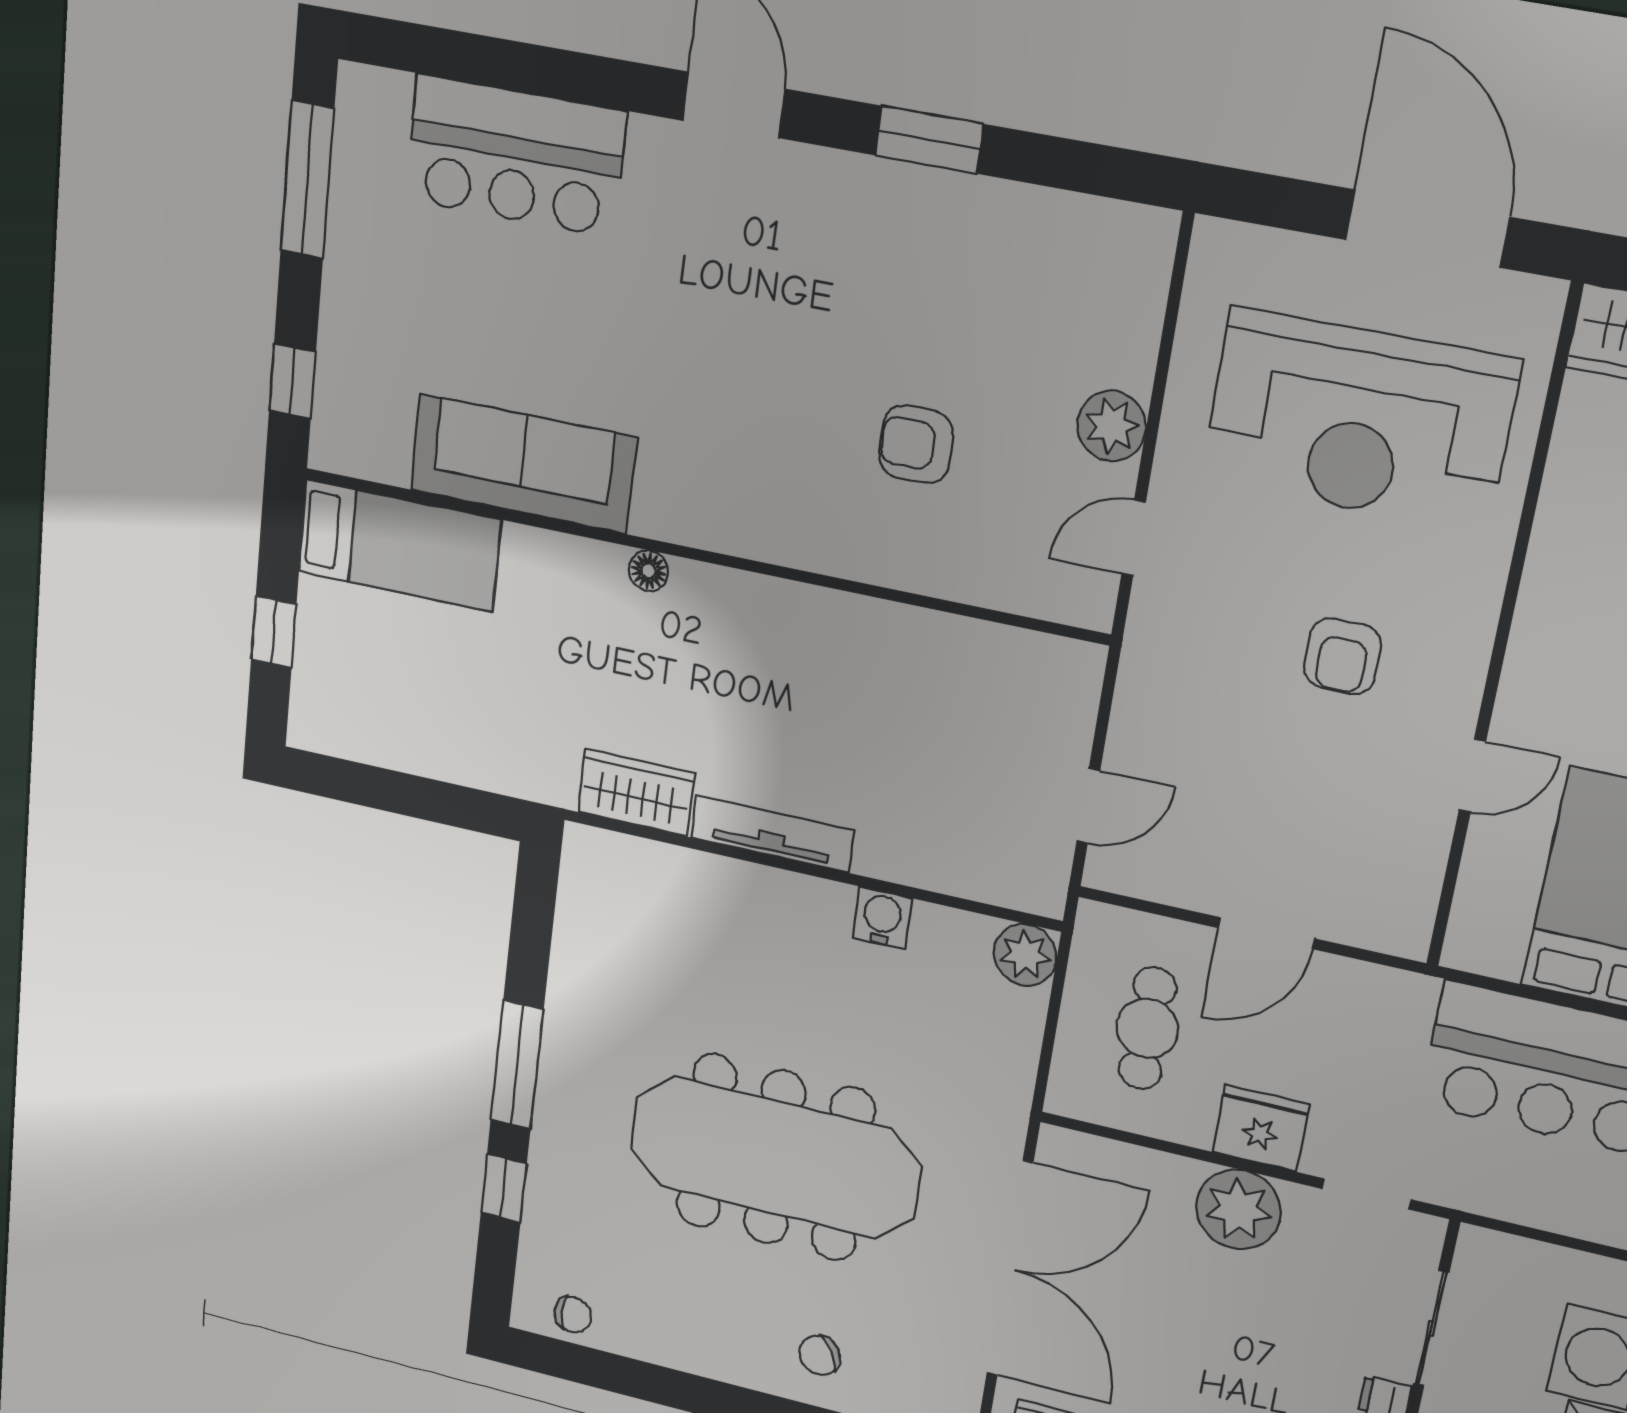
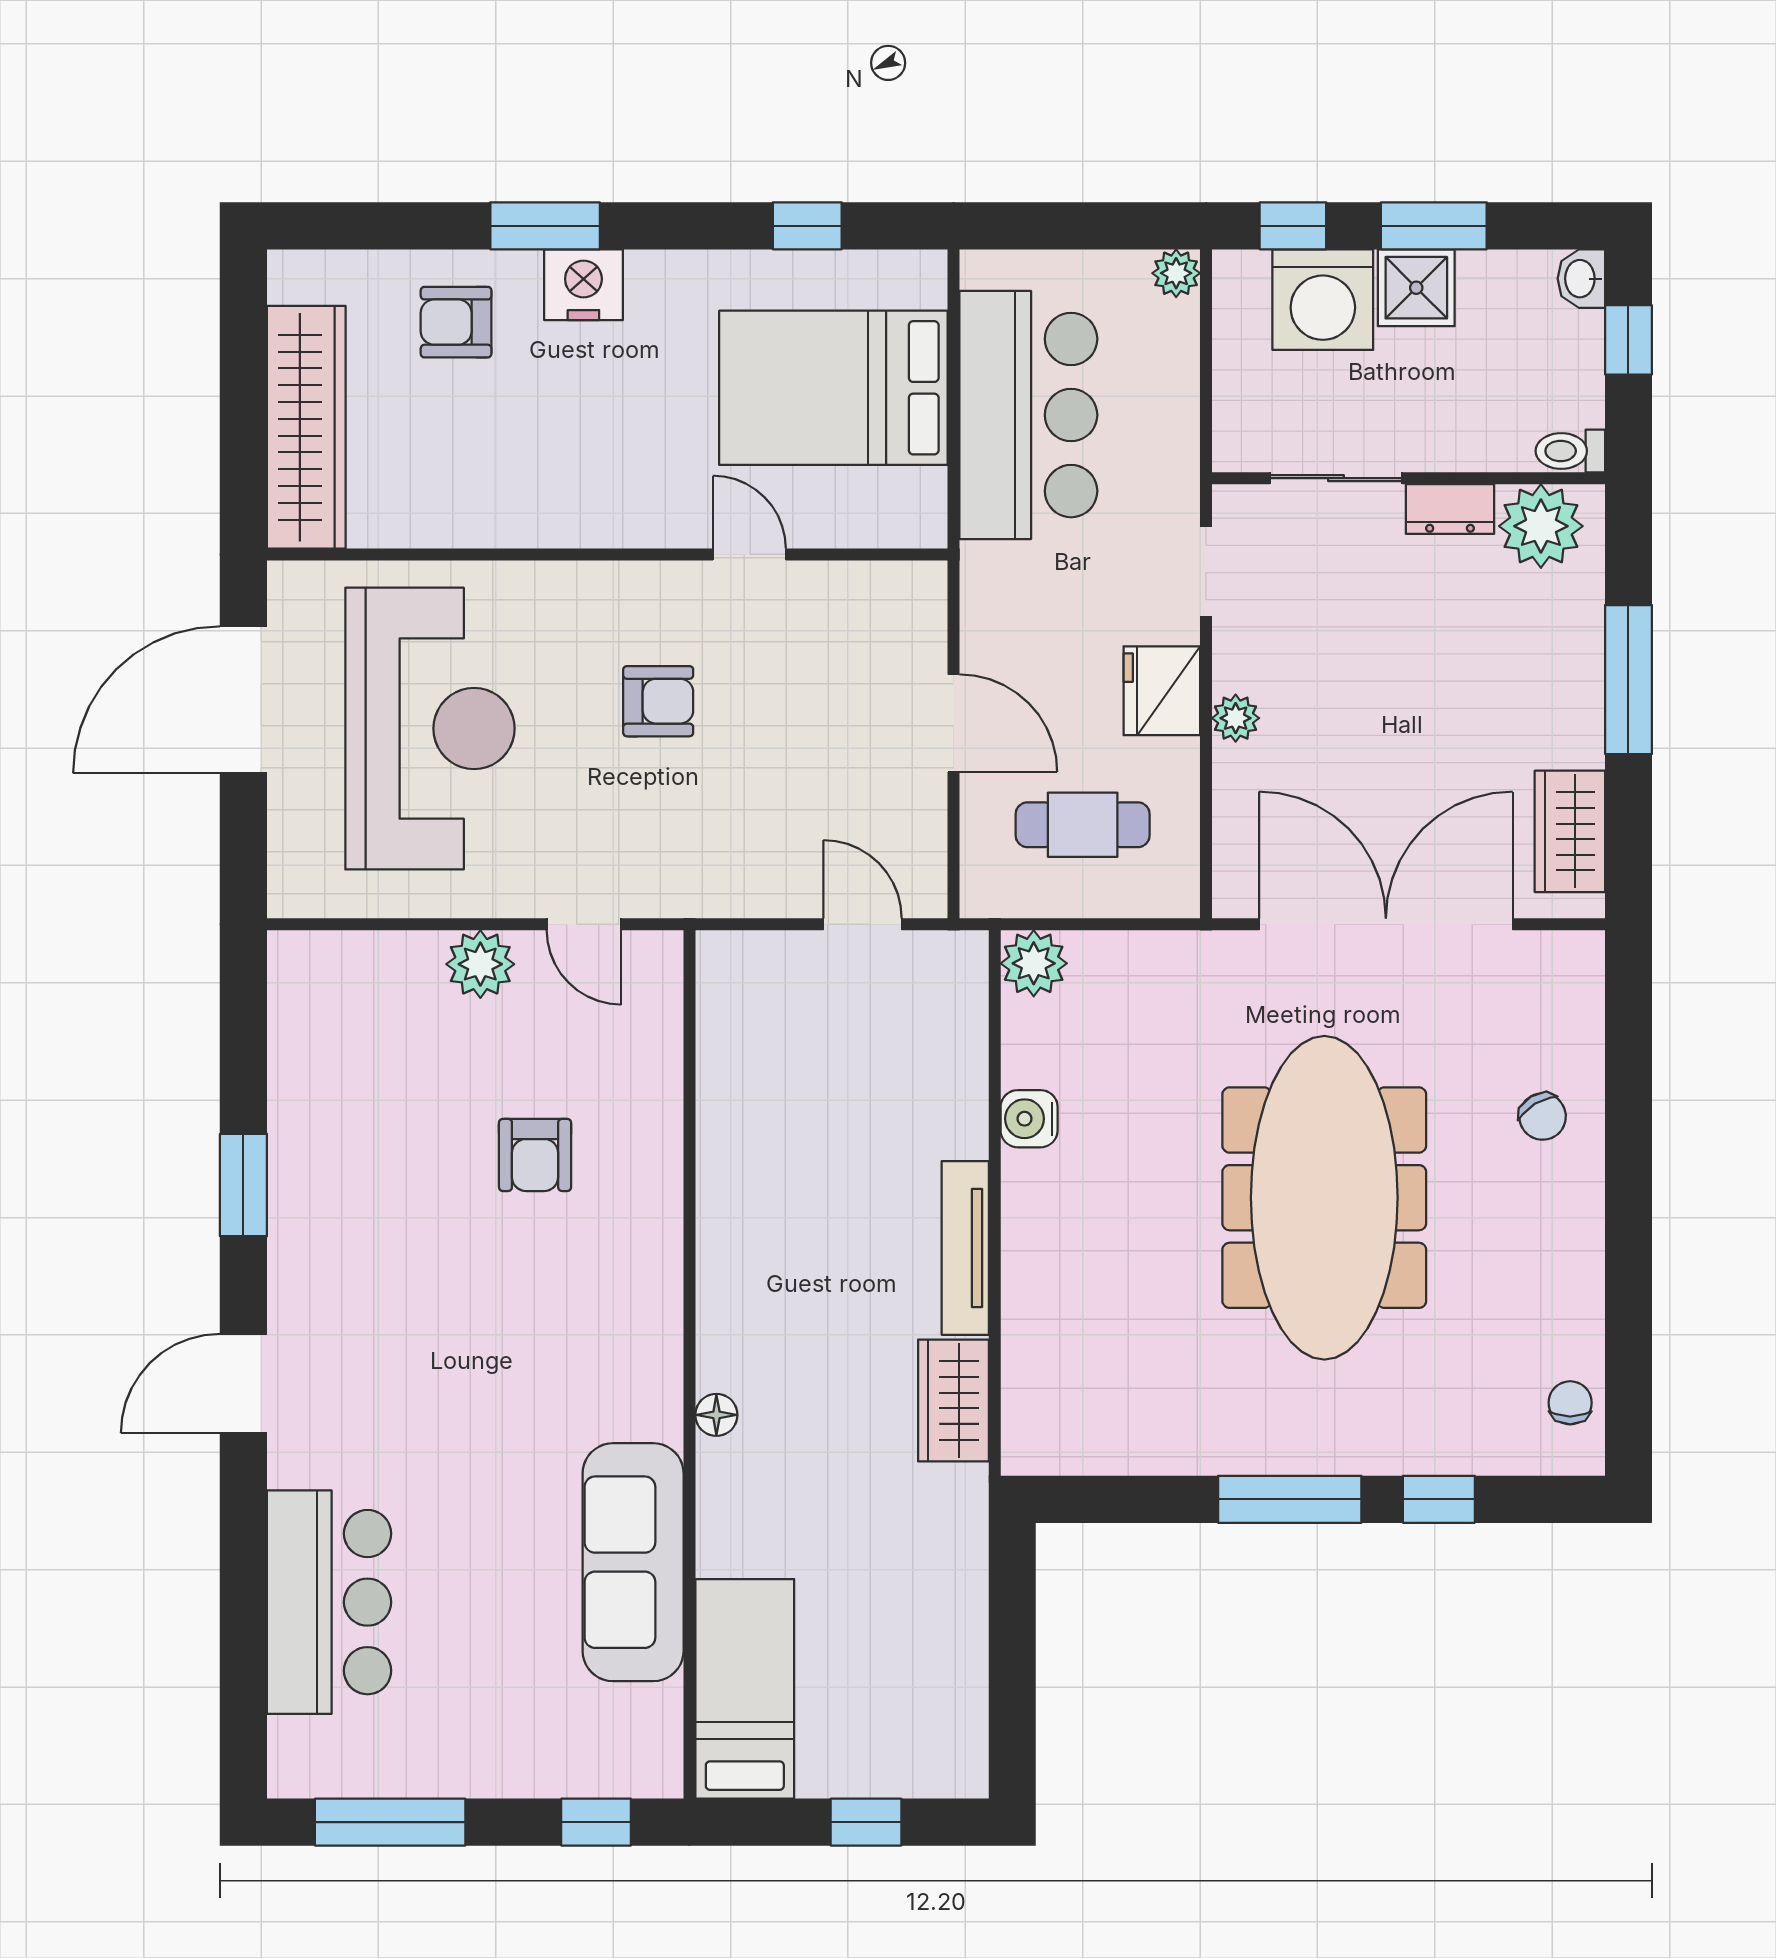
plant: (1238, 1209) -> (1236, 718), width x0.53, depth x0.53

